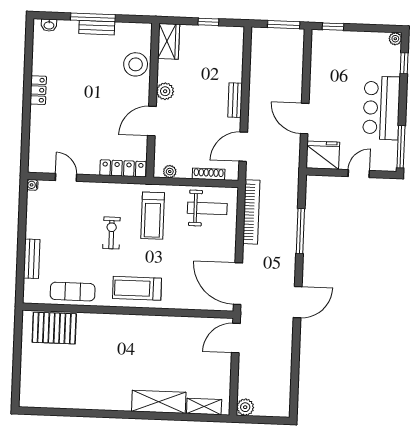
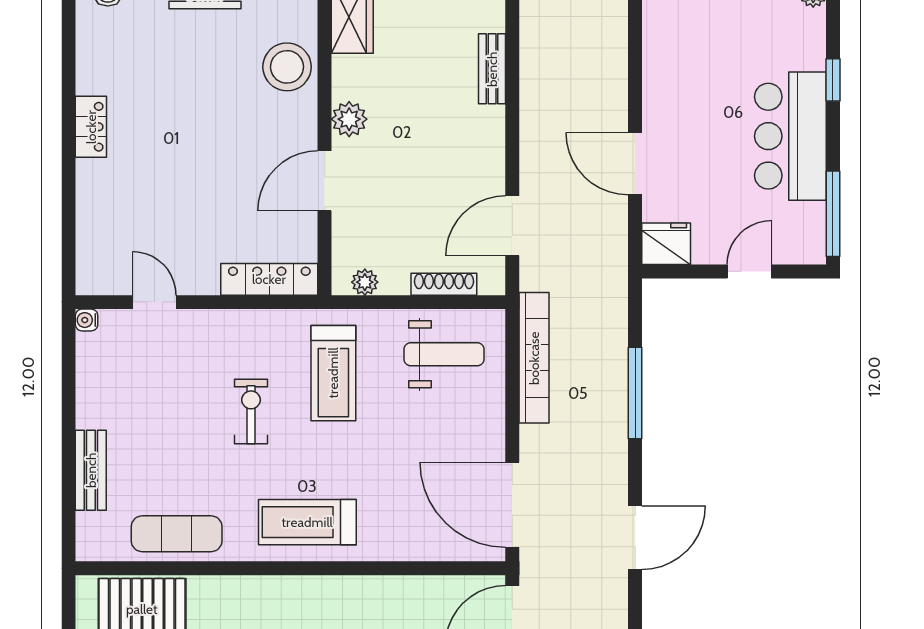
window: (404, 63) -> (833, 80), moved
bench: (235, 100) -> (492, 69), moved
fridge: (323, 155) -> (666, 244), width x0.73, depth x0.75

